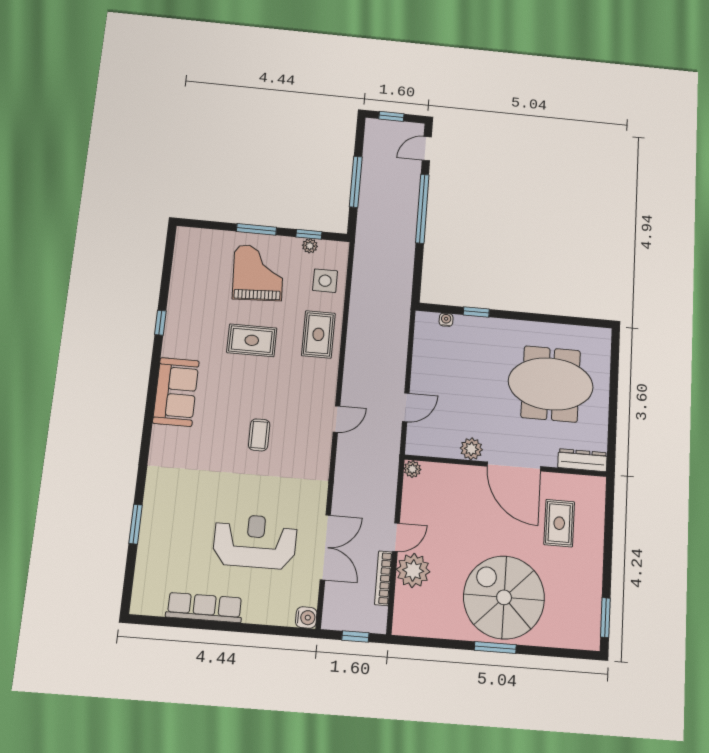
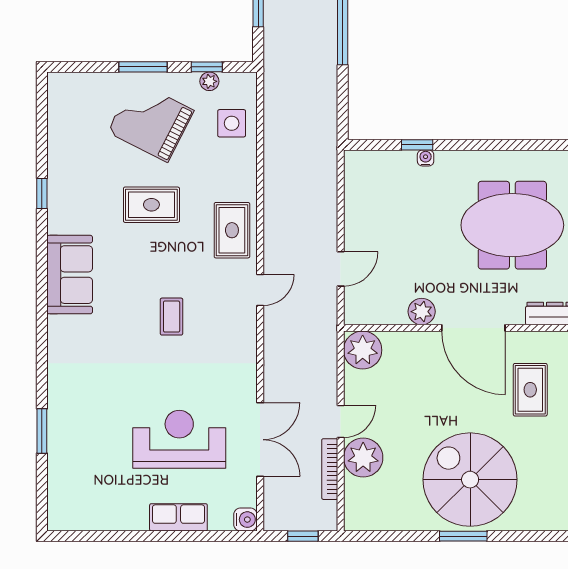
grand piano: (258, 273) -> (151, 121), turned -60
water cooler: (446, 320) -> (426, 158), moved
rug: (318, 334) -> (232, 230), moved
plant: (412, 469) -> (363, 350), width x1.88, depth x1.88
row of seats: (204, 608) -> (178, 517), moved, width x0.68

